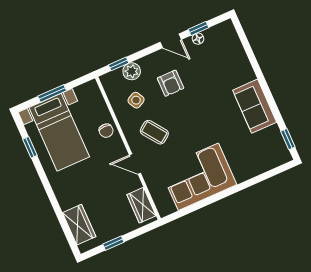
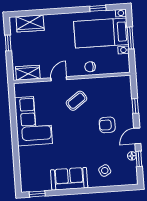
window: (119, 64) -> (135, 106), moved
plant: (132, 71) -> (126, 100), removed
side table: (136, 100) -> (105, 171), moved

